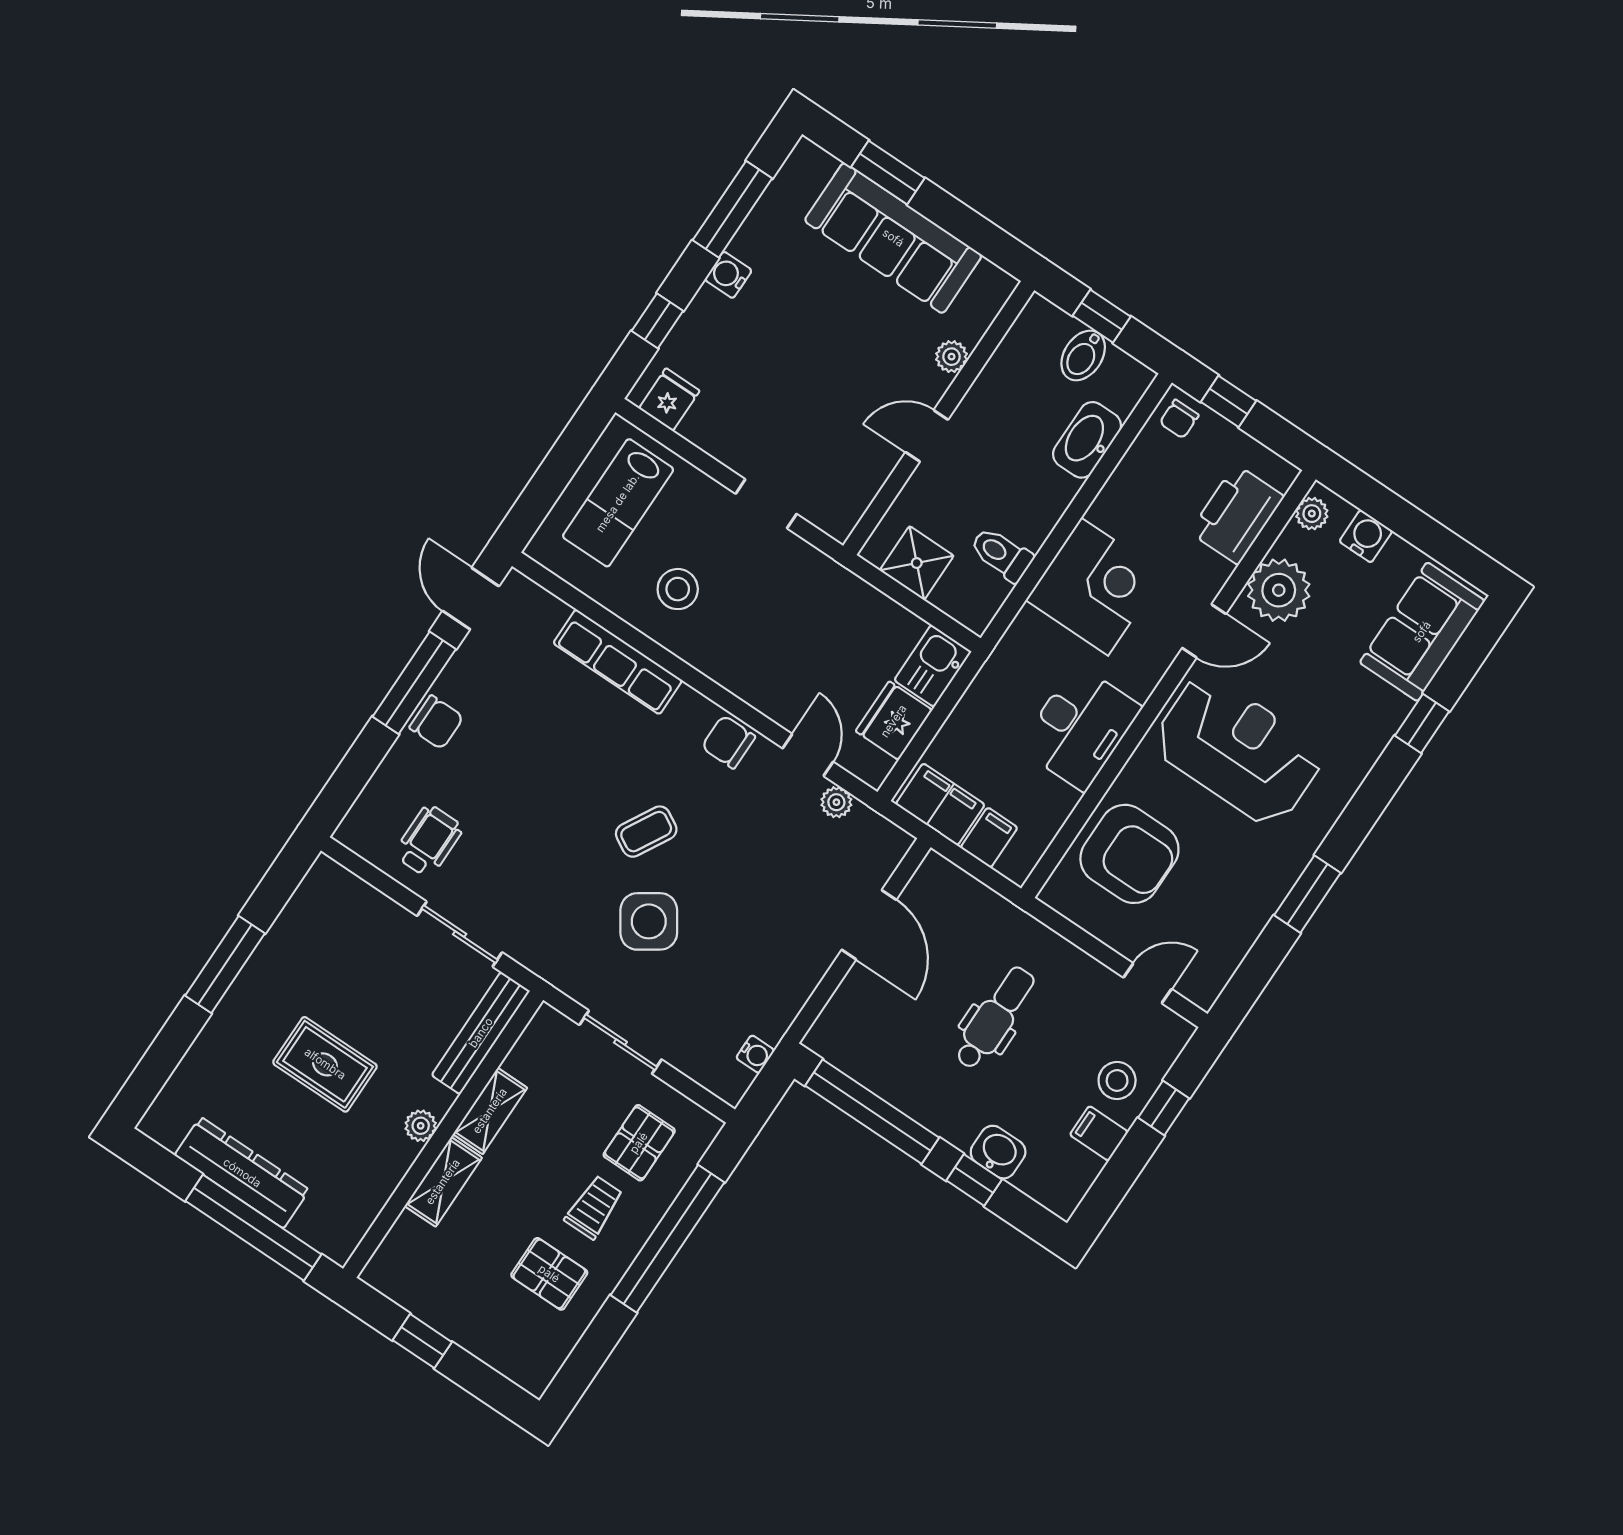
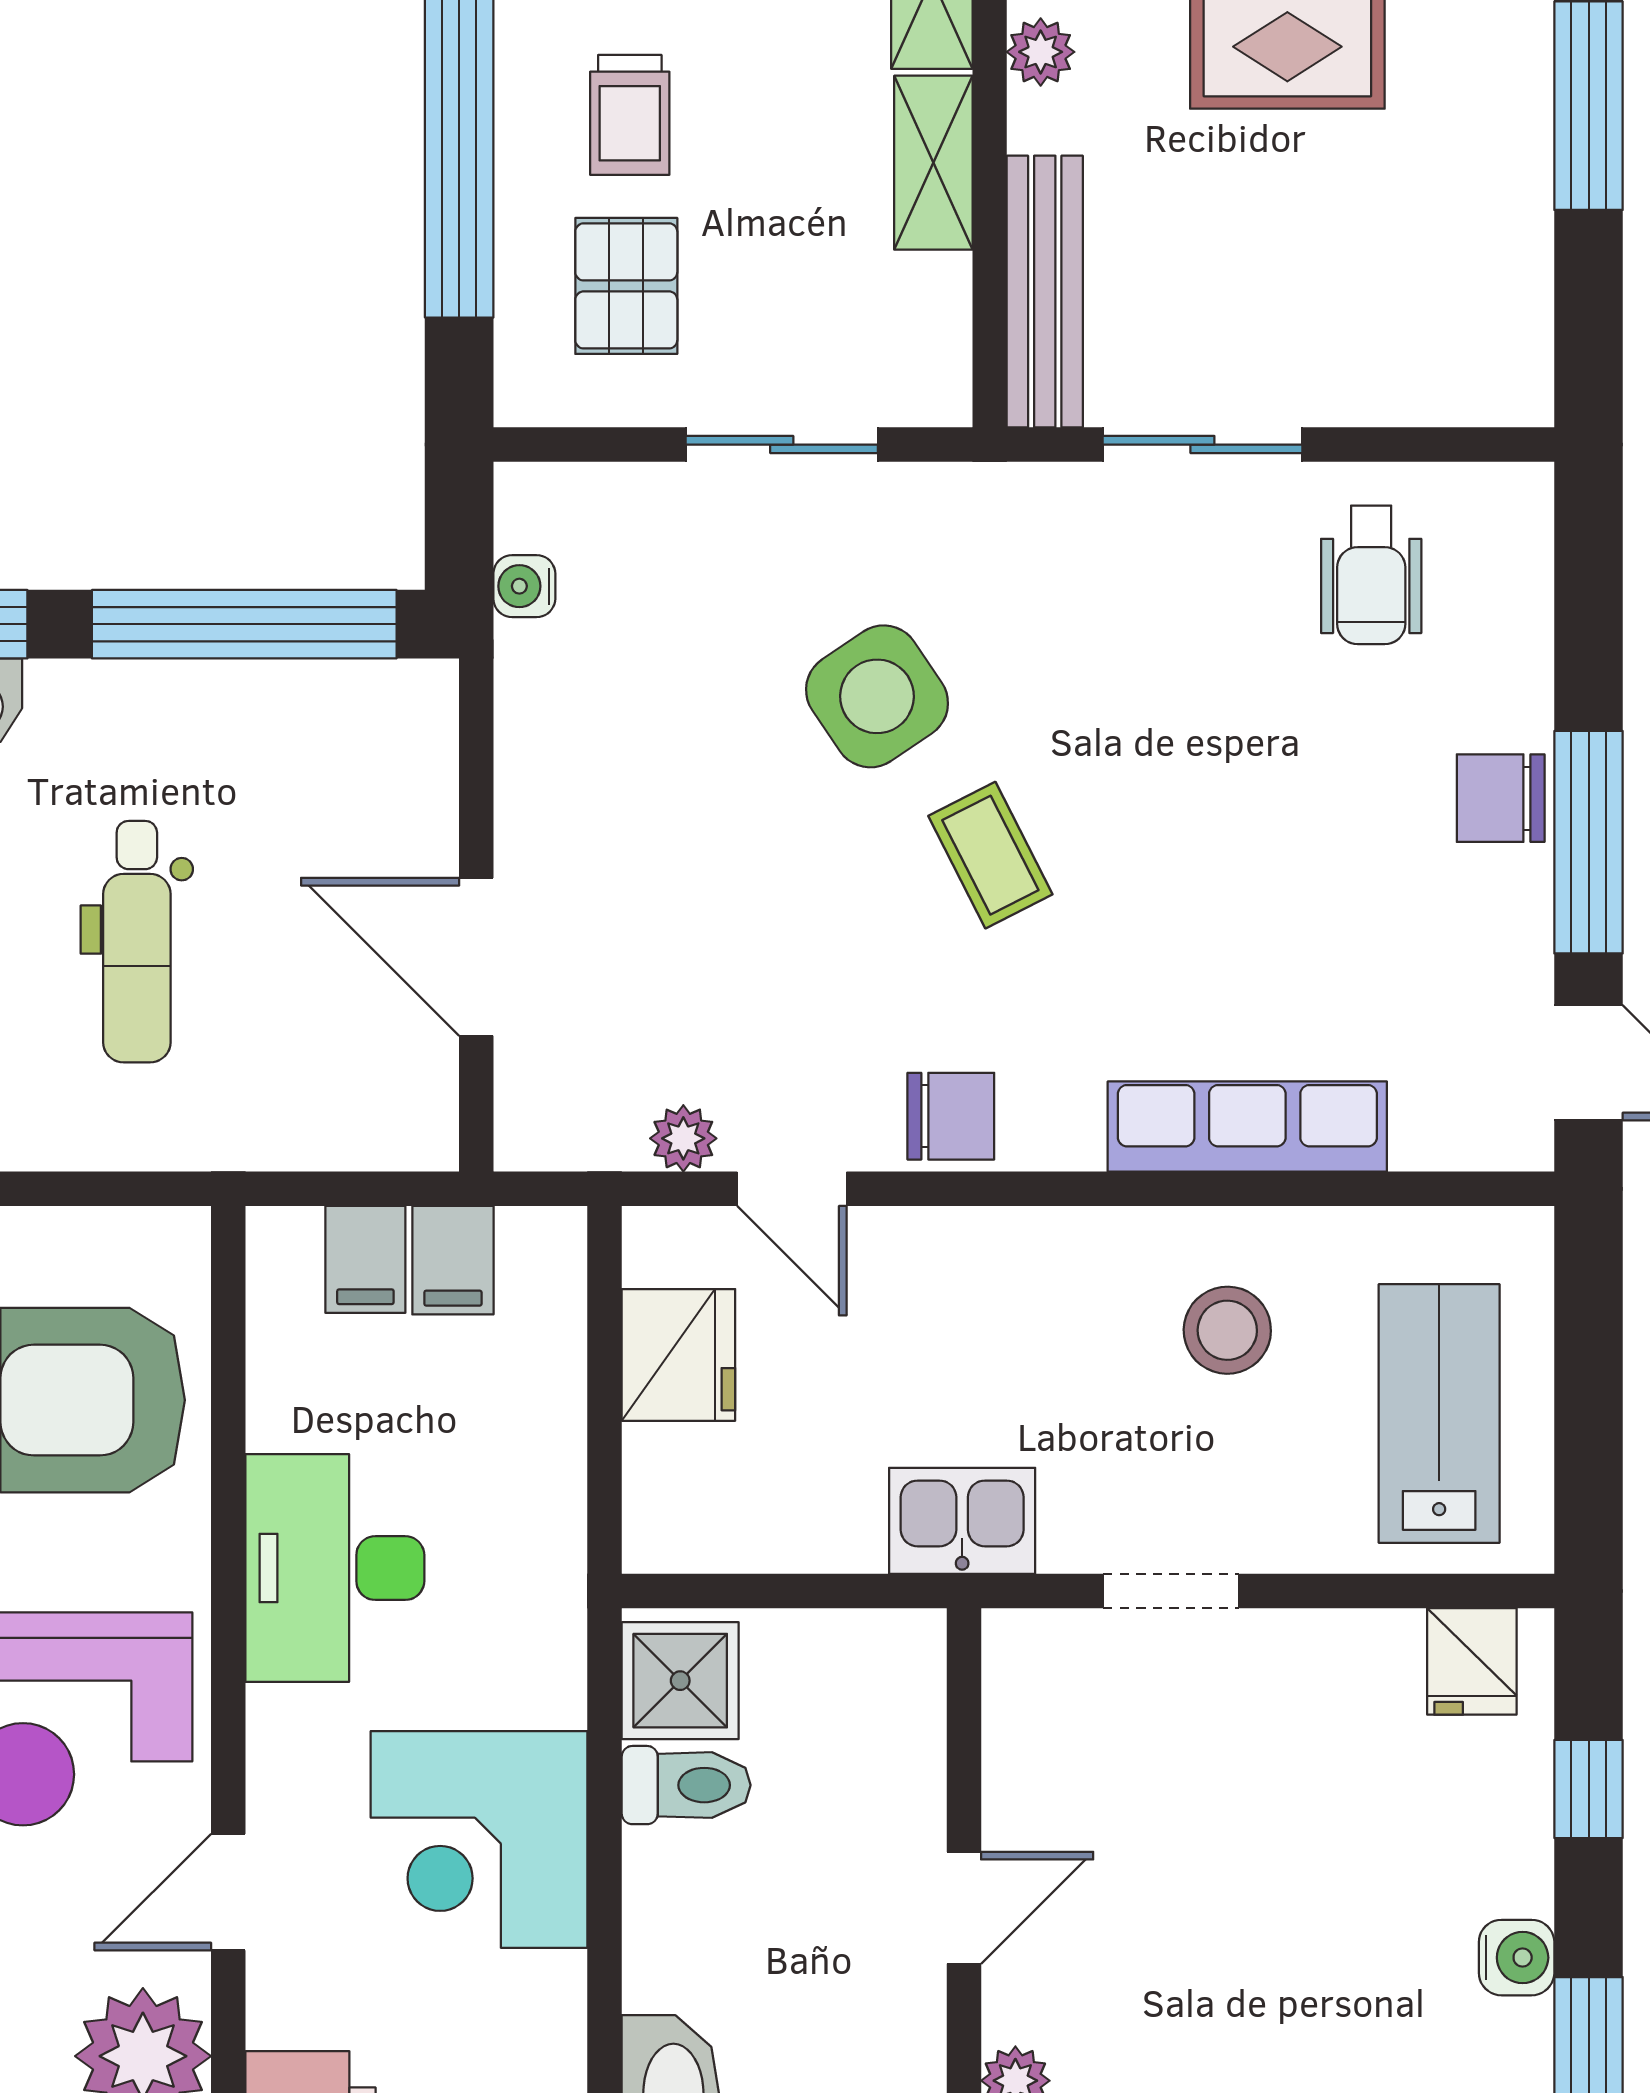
shower: (917, 563) -> (680, 1681), moved
kitchen sink: (933, 666) -> (962, 1521), moved, turned -90
filing cabinet: (940, 804) -> (453, 1260), width x0.50
coffee table: (646, 832) -> (990, 855), turned -56

